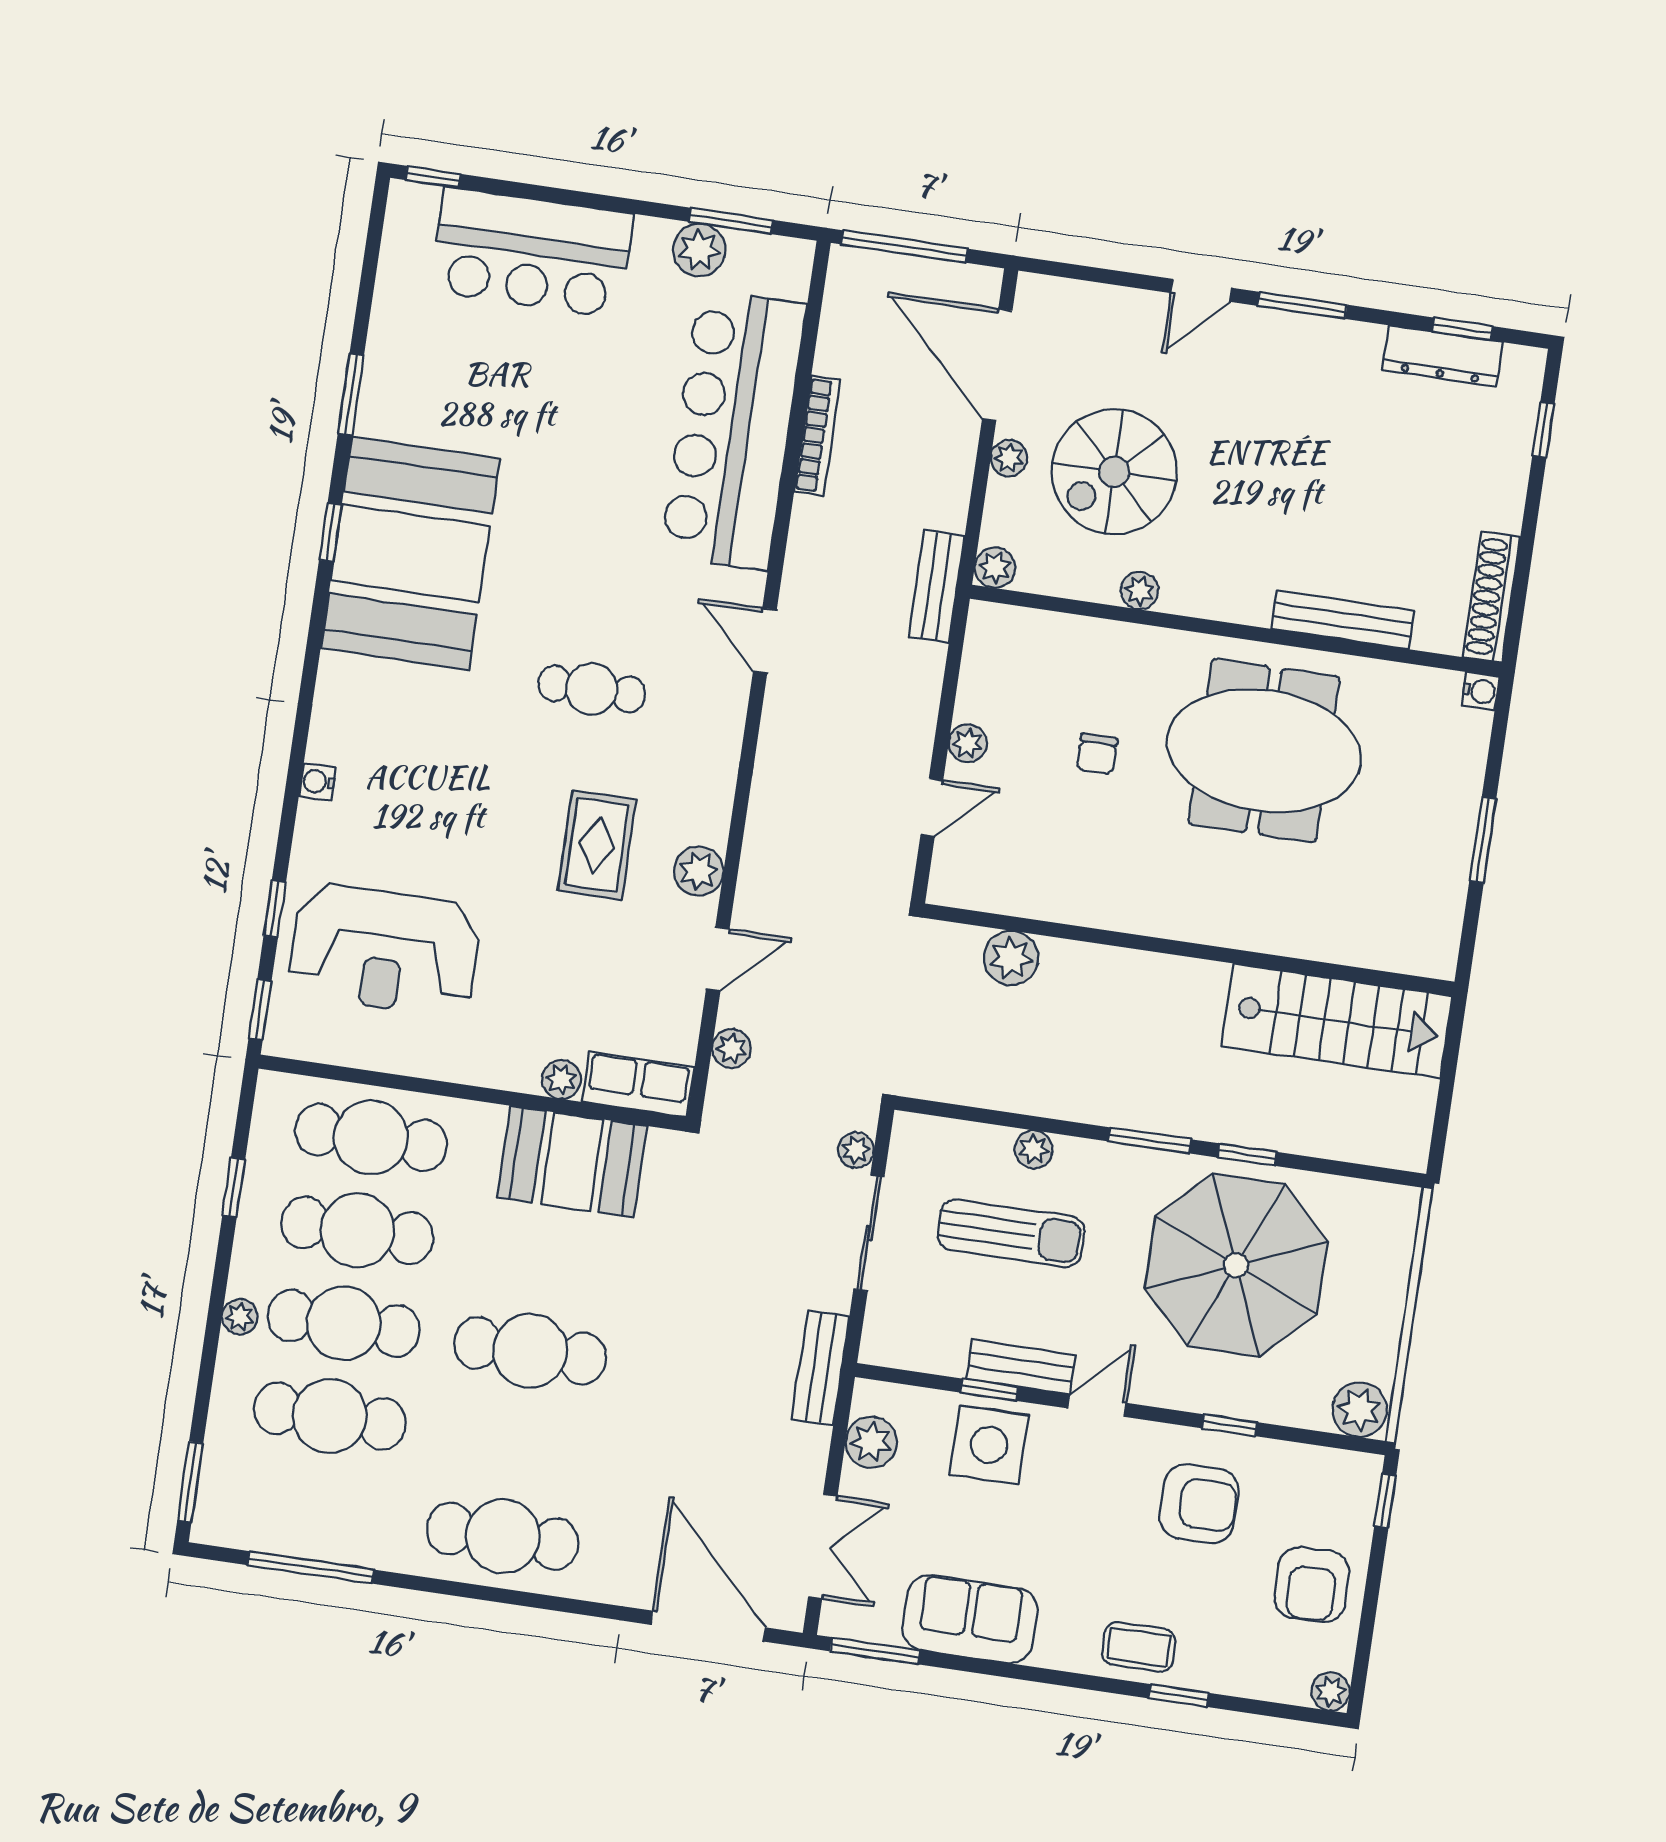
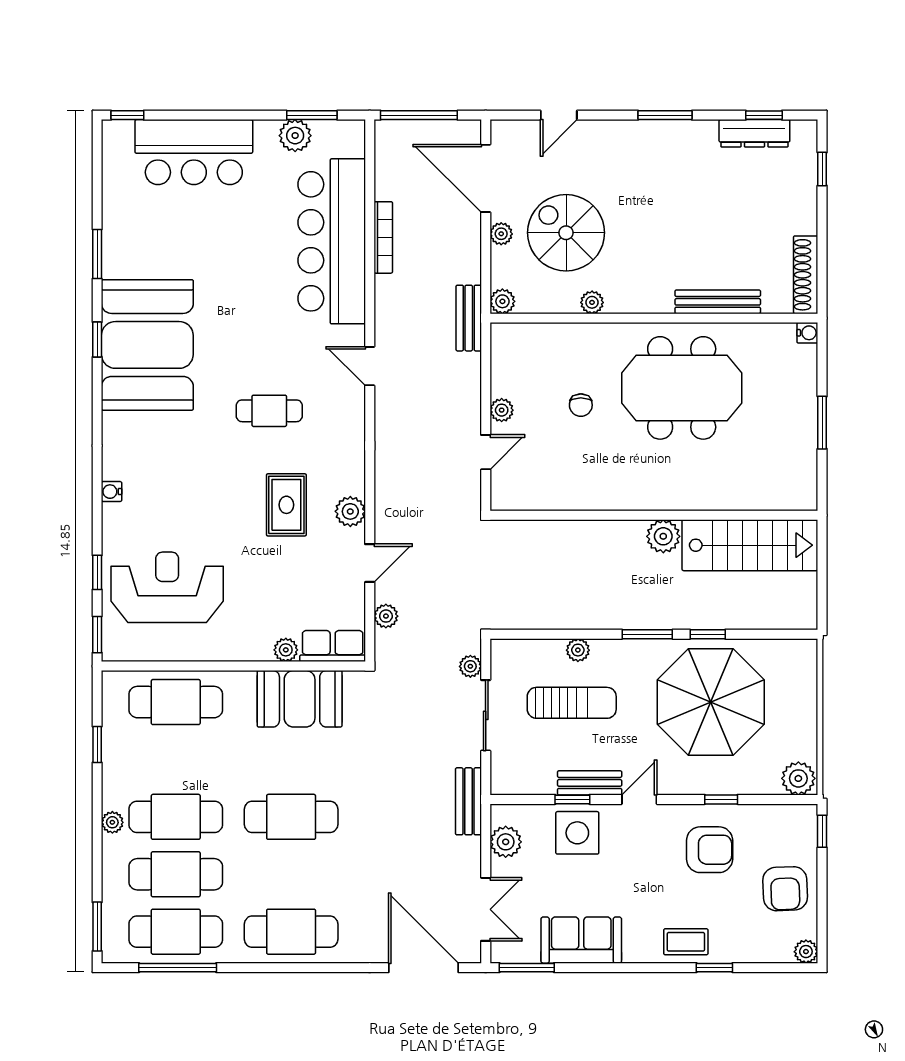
door: (1202, 290) -> (559, 115), moved
spiral stairs: (1114, 472) -> (566, 233), turned 90
reception desk: (384, 950) -> (167, 587), turned 180
plant: (1011, 958) -> (663, 536), moved
cafe table: (357, 1230) -> (176, 932), moved

